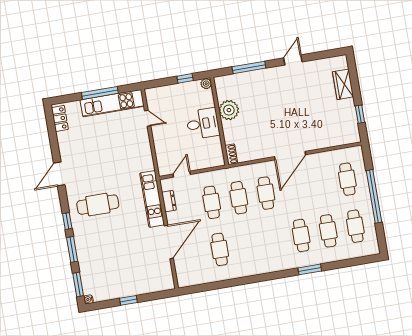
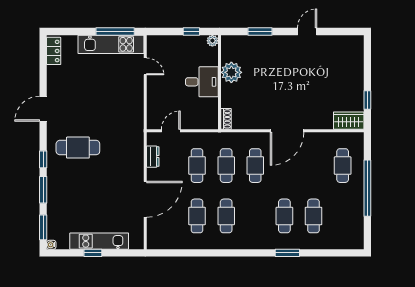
window: (249, 67) -> (260, 31), width x0.69
wardrobe: (343, 84) -> (349, 121), moved, turned 90
window: (100, 93) -> (115, 31), moved
kitchen unit: (152, 199) -> (99, 241), moved, turned 90
cafe table: (355, 226) -> (226, 216), moved

